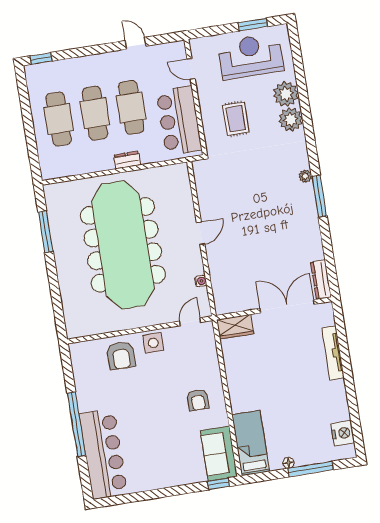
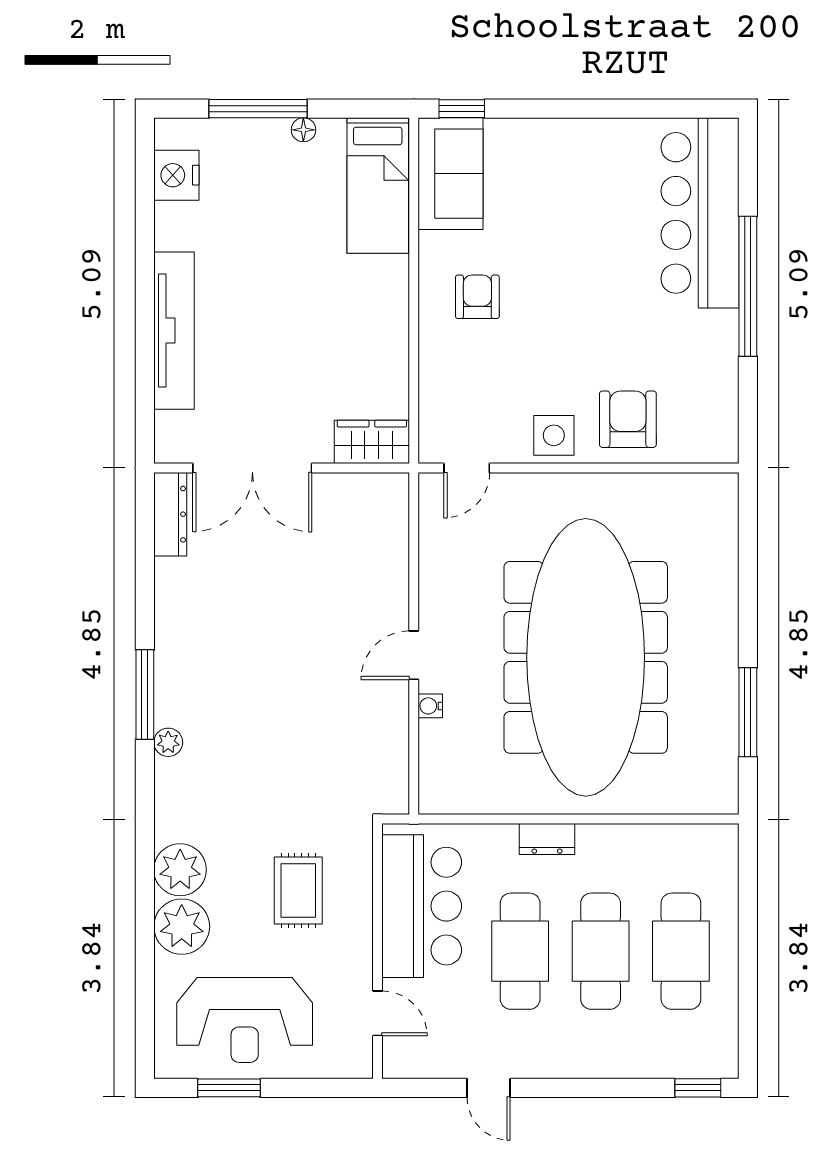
water cooler: (201, 281) -> (430, 706), moved
tv unit: (333, 353) -> (174, 331), width x1.36, depth x1.29

